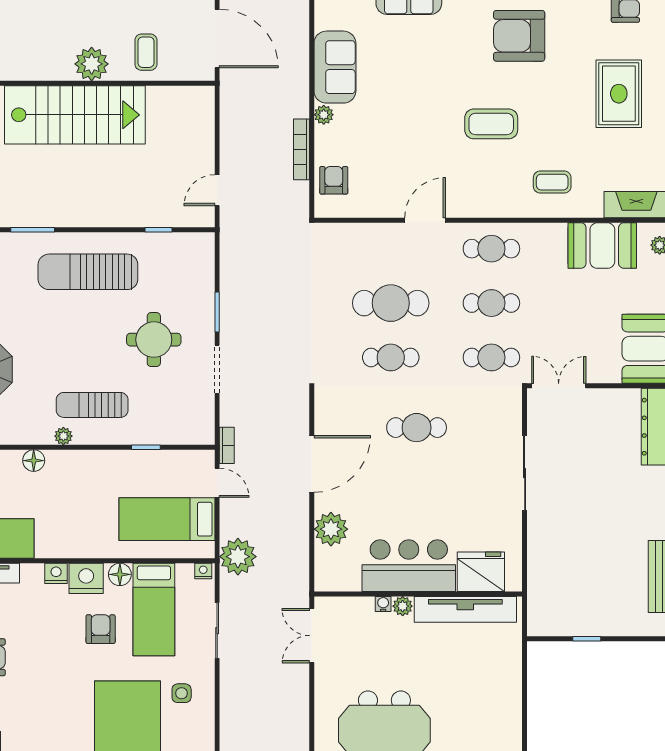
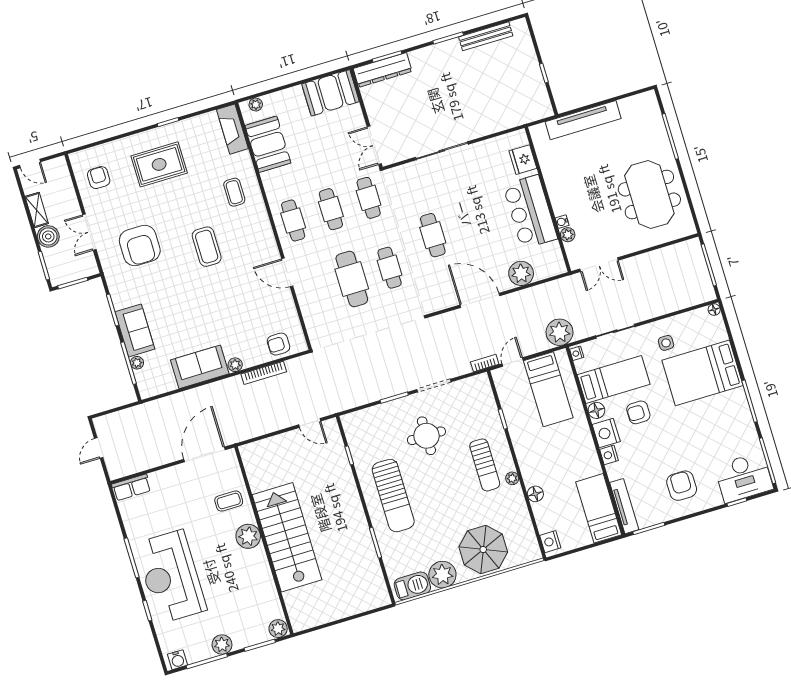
fridge: (481, 572) -> (523, 160), width x0.73, depth x0.75
plant: (403, 606) -> (568, 235), moved
tv unit: (465, 609) -> (583, 120), moved, turned 90

